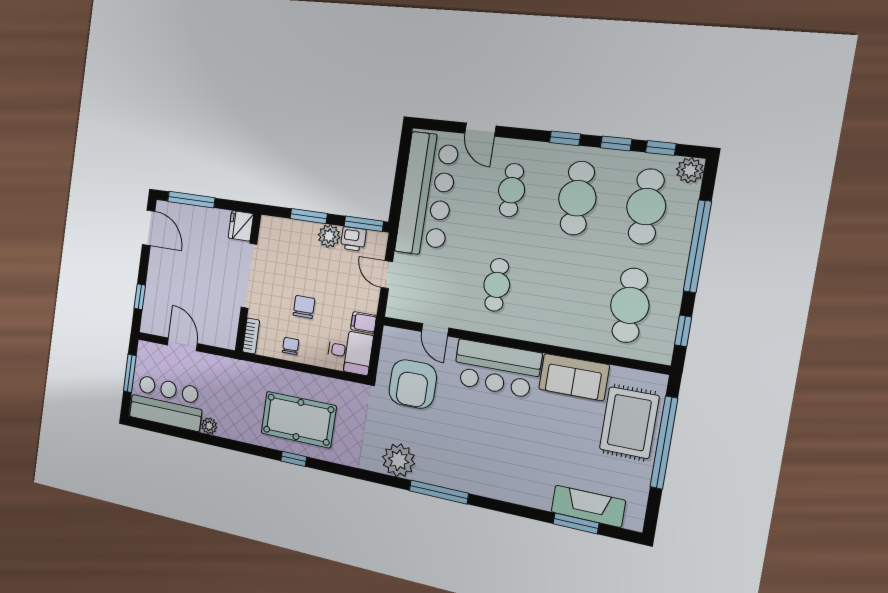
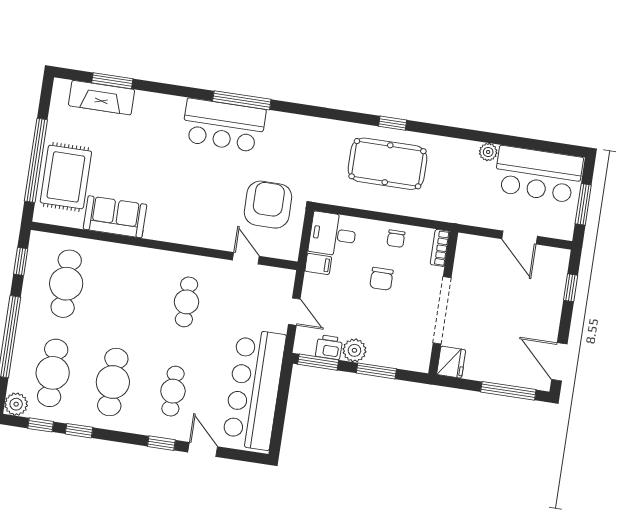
window: (565, 138) -> (161, 443), moved
bar counter: (497, 368) -> (224, 125), moved, turned 180
plant: (399, 460) -> (282, 129), removed

